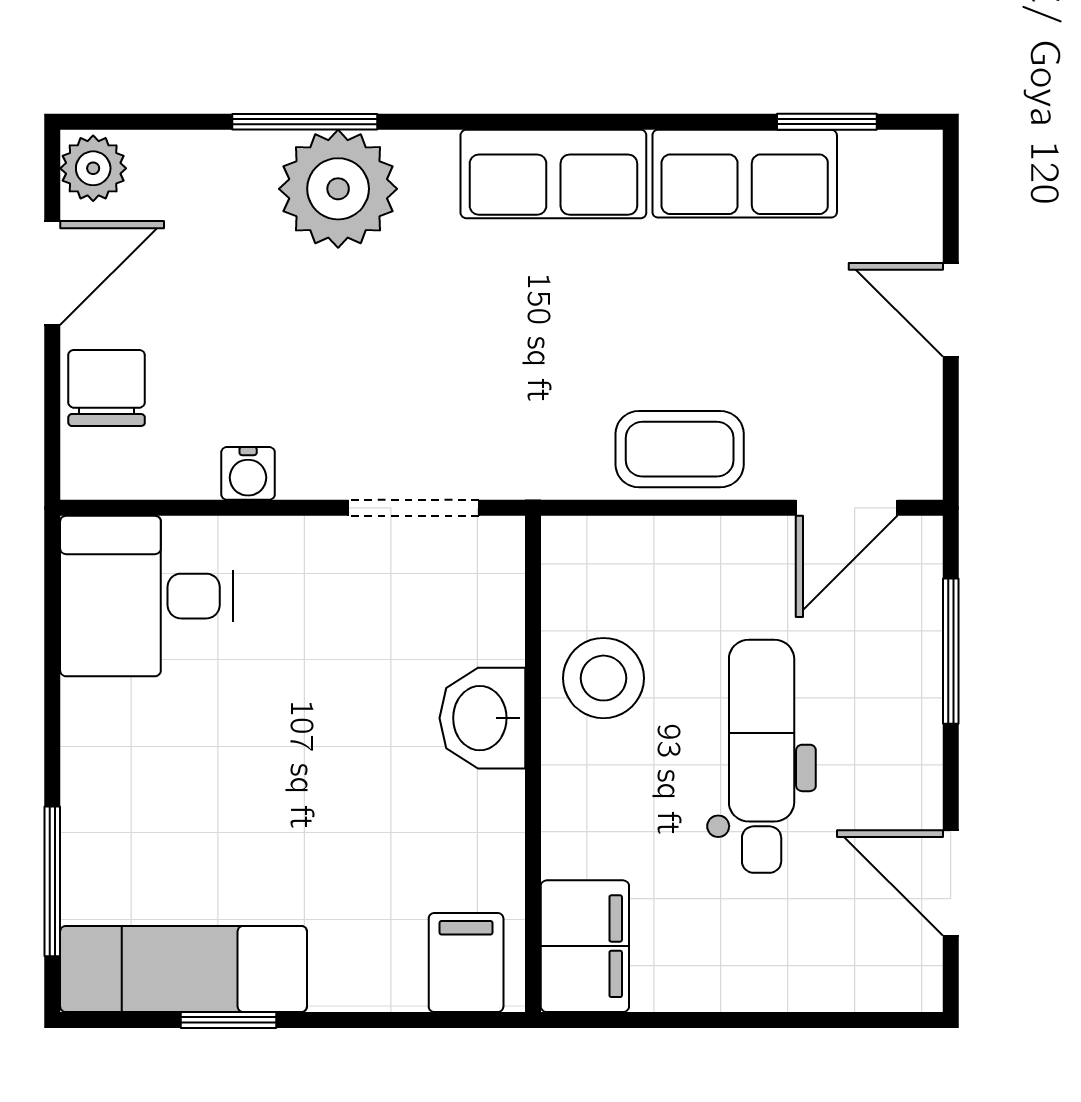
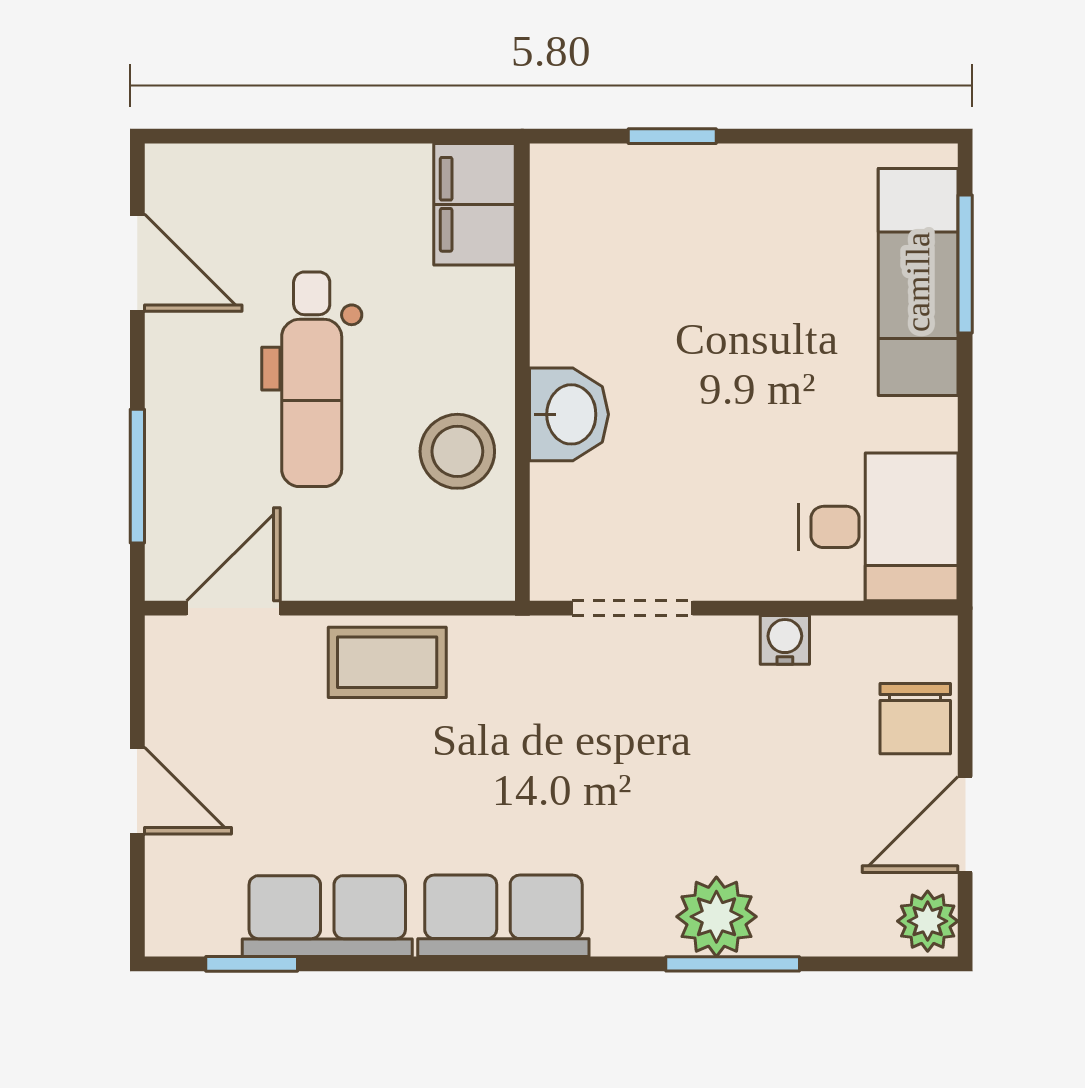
plant: (338, 189) -> (716, 917), width x0.73, depth x0.73
filing cabinet: (466, 962) -> (584, 189), removed
exam couch: (183, 969) -> (918, 282), moved, turned 90
window: (228, 1020) -> (672, 136), moved

